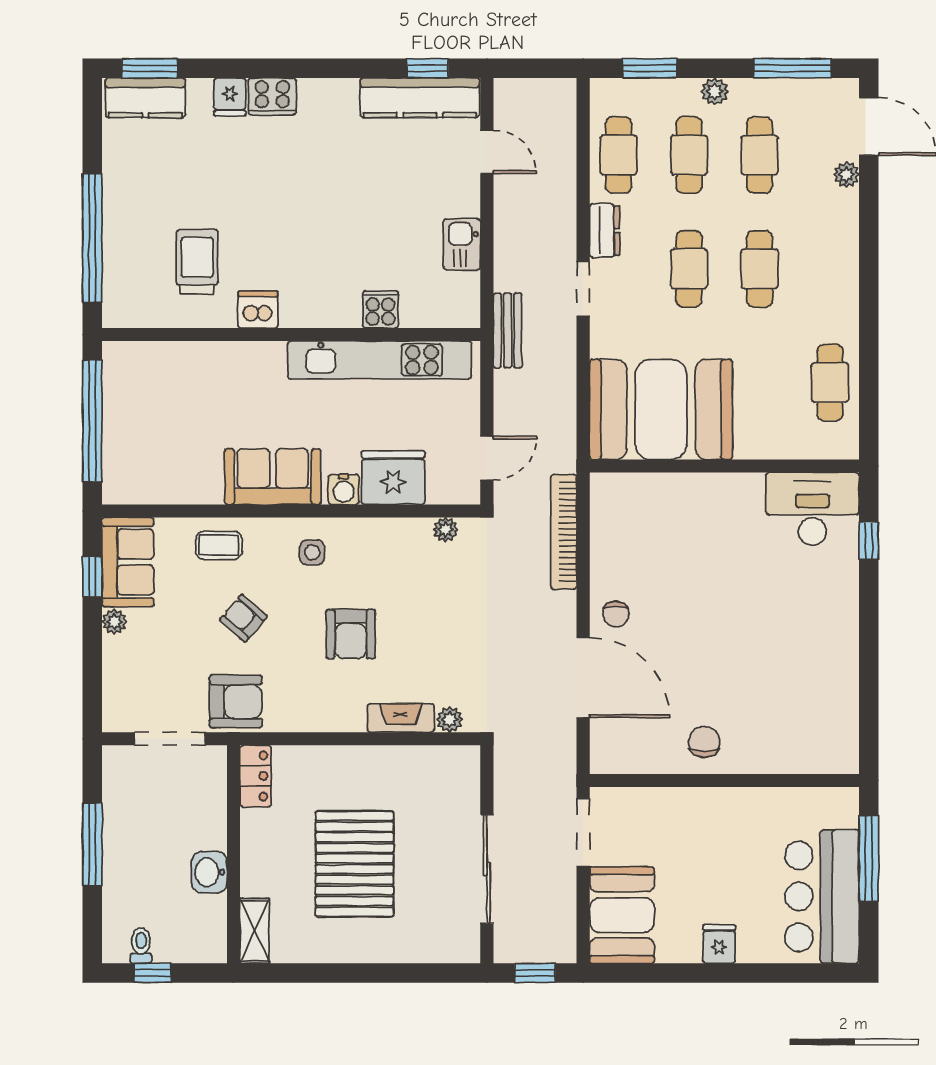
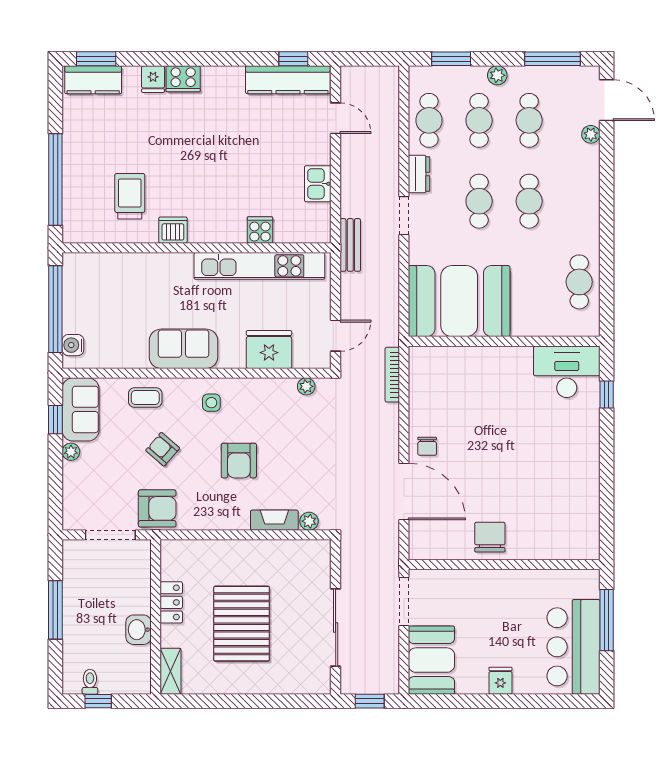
water cooler: (344, 489) -> (73, 345), moved, turned 90
bookcase: (564, 532) -> (392, 375), width x0.68, depth x0.76
chair: (704, 742) -> (490, 537), width x1.37, depth x1.37
locker: (255, 776) -> (171, 602), moved

